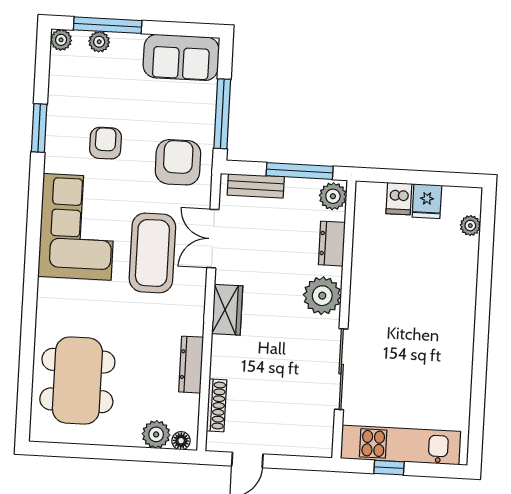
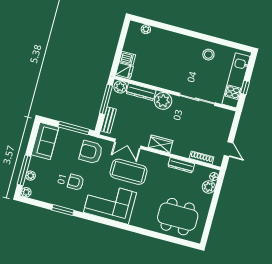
fridge: (427, 201) -> (125, 71), moved
dresser: (332, 244) -> (141, 92), width x1.44
stool: (444, 373) -> (208, 55), added

